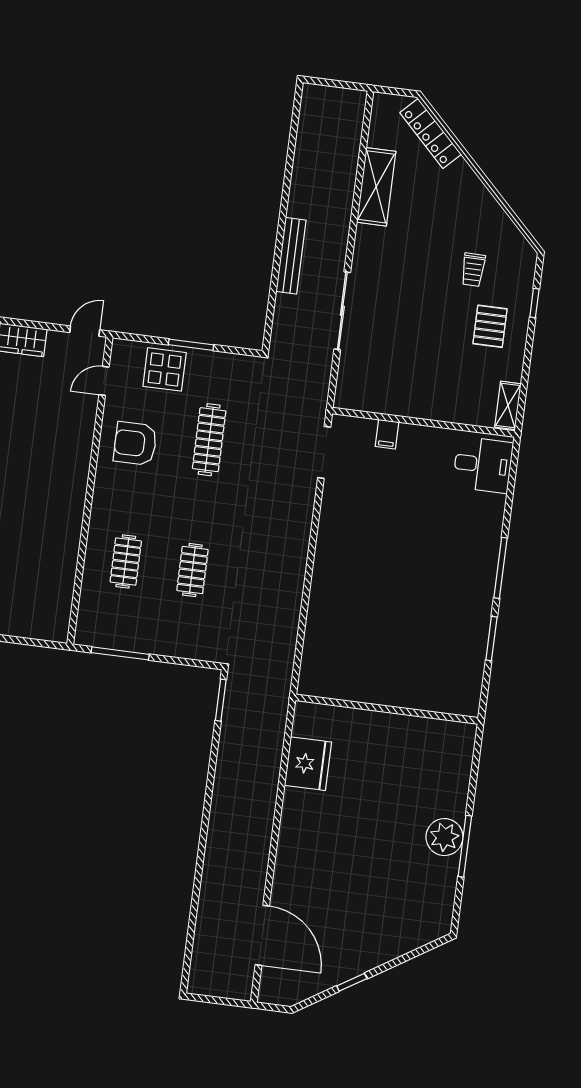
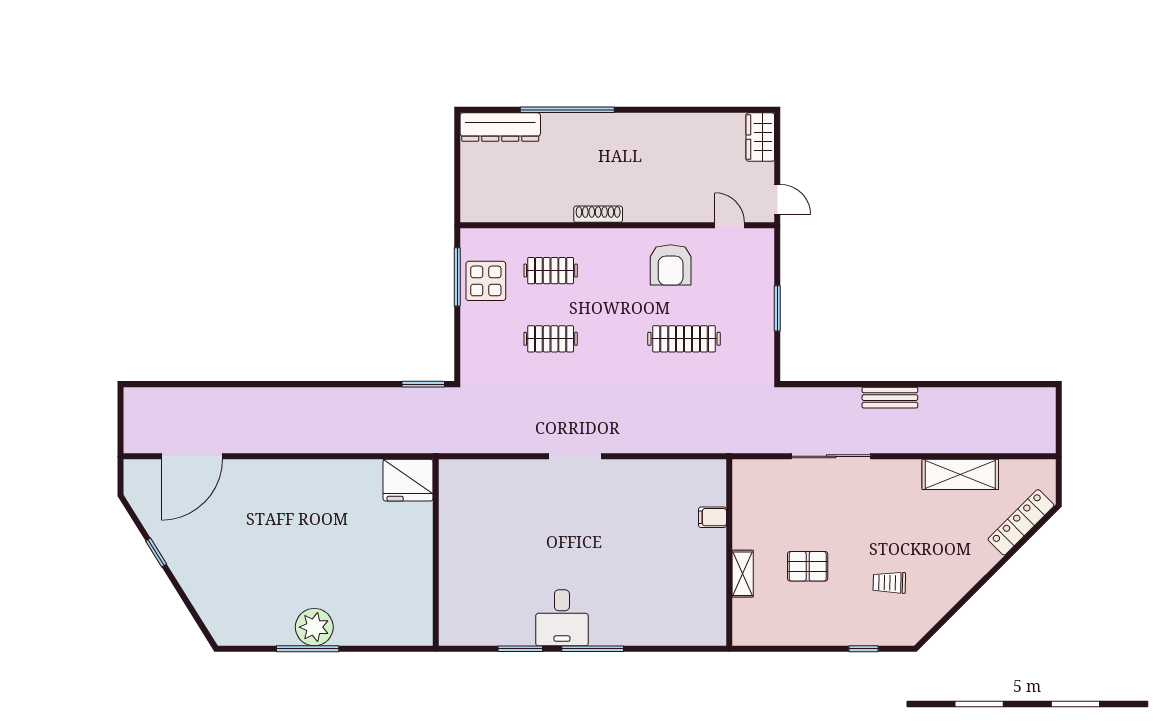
bench: (291, 256) -> (890, 398), width x0.73
pallet: (490, 326) -> (808, 566), moved
display table: (165, 369) -> (486, 281), moved
shelving: (508, 405) -> (743, 574), moved, turned 90
armchair: (135, 444) -> (671, 265), turned 180
doorway: (324, 452) -> (575, 456), moved
desk: (483, 465) -> (562, 618), moved
shoe rack: (77, 508) -> (598, 214), added
fridge: (308, 764) -> (408, 480), moved

